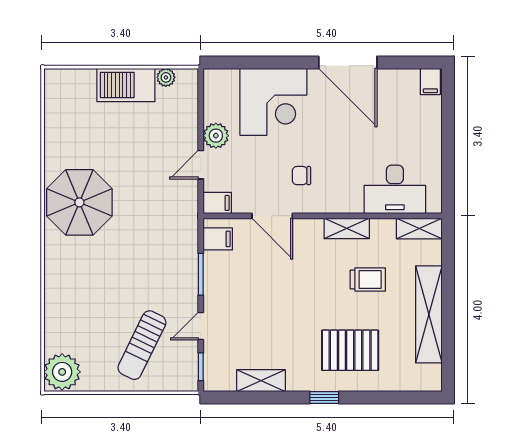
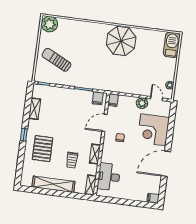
barbecue: (126, 85) -> (172, 45), moved
door: (201, 165) -> (156, 99), moved
door: (201, 326) -> (61, 86), removed

